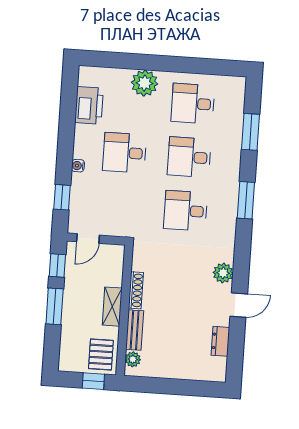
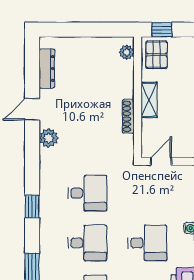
window: (246, 200) -> (32, 207), width x0.67
door: (88, 238) -> (161, 161), moved
bench: (135, 330) -> (127, 79), removed
dresser: (220, 341) -> (47, 69), width x1.44

